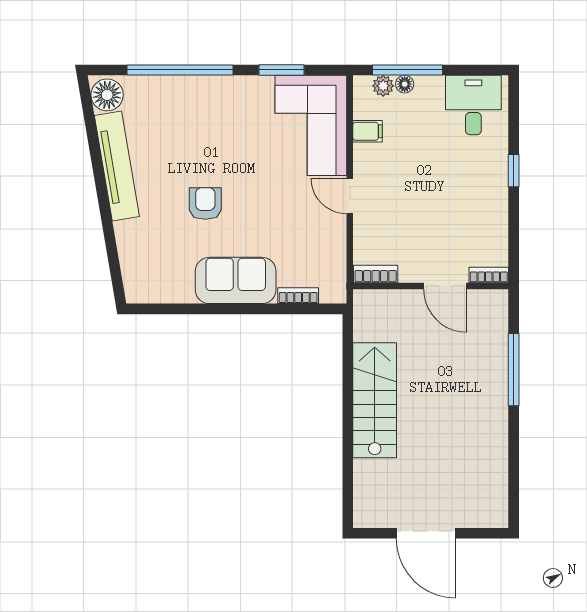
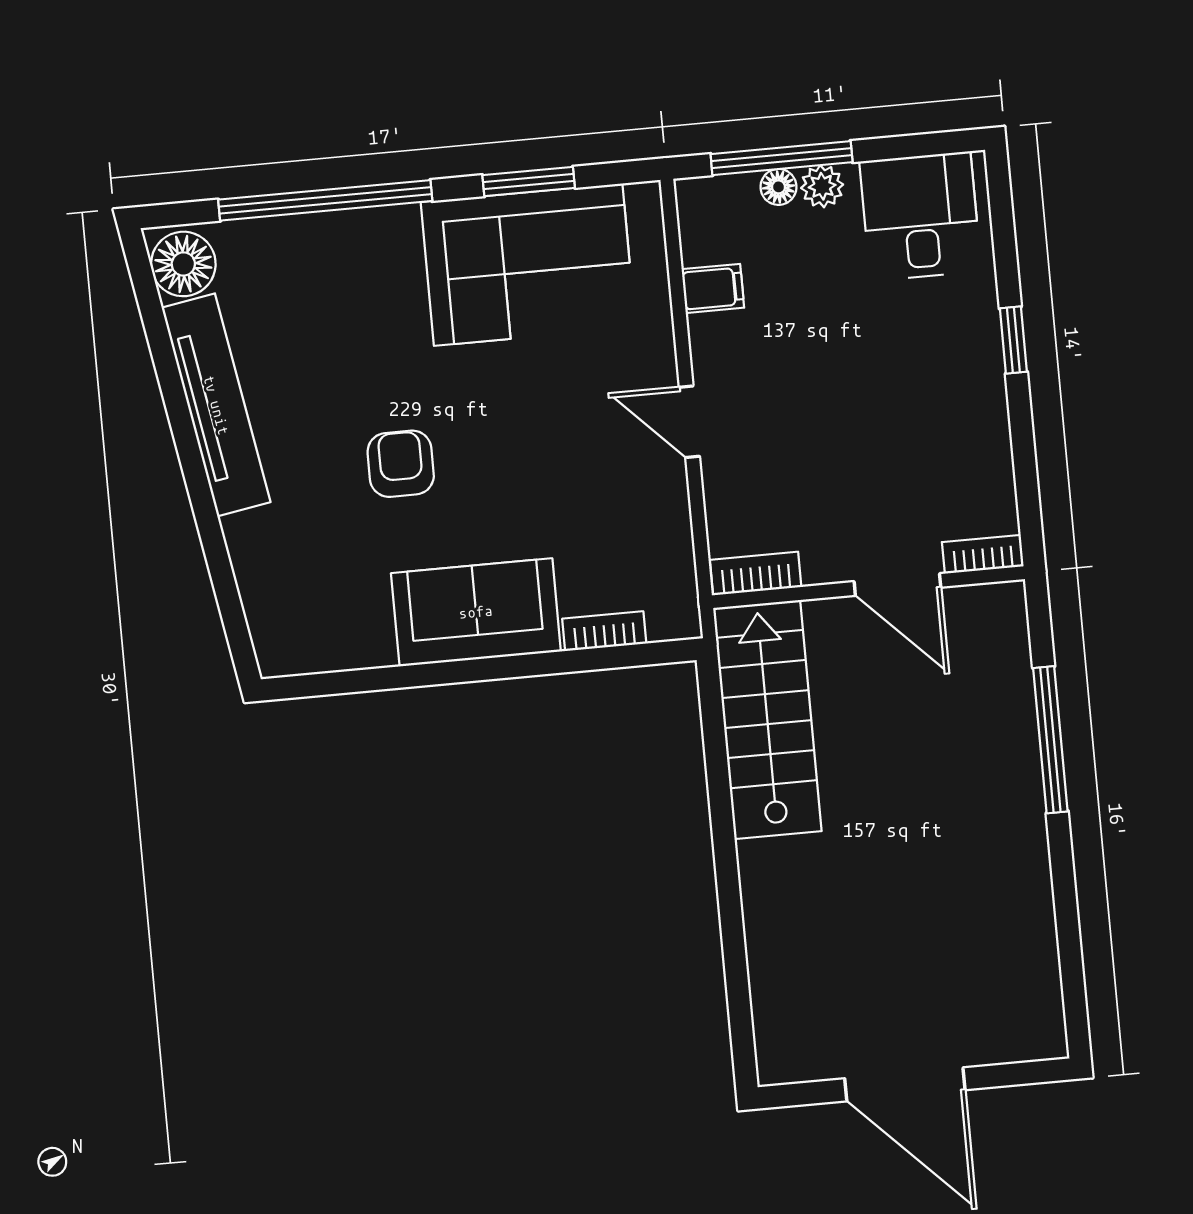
plant: (383, 86) -> (822, 186), moved
corner sofa: (311, 125) -> (528, 265), moved, turned -90
stairs: (375, 400) -> (767, 720), moved

